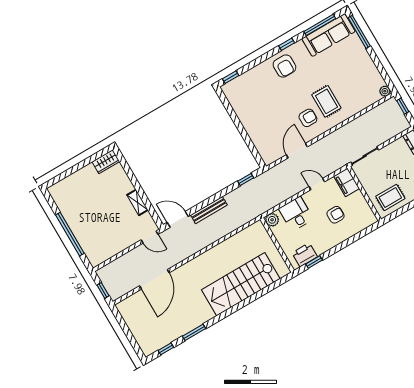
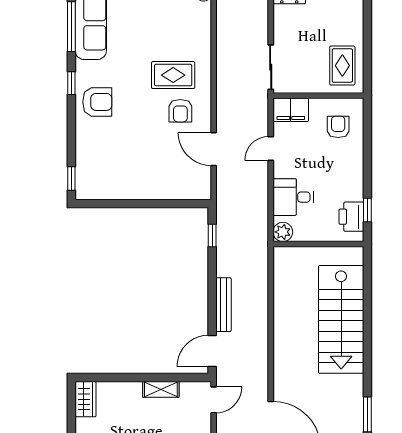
armchair: (308, 118) -> (180, 111), turned 180
armchair: (336, 215) -> (338, 127), moved

